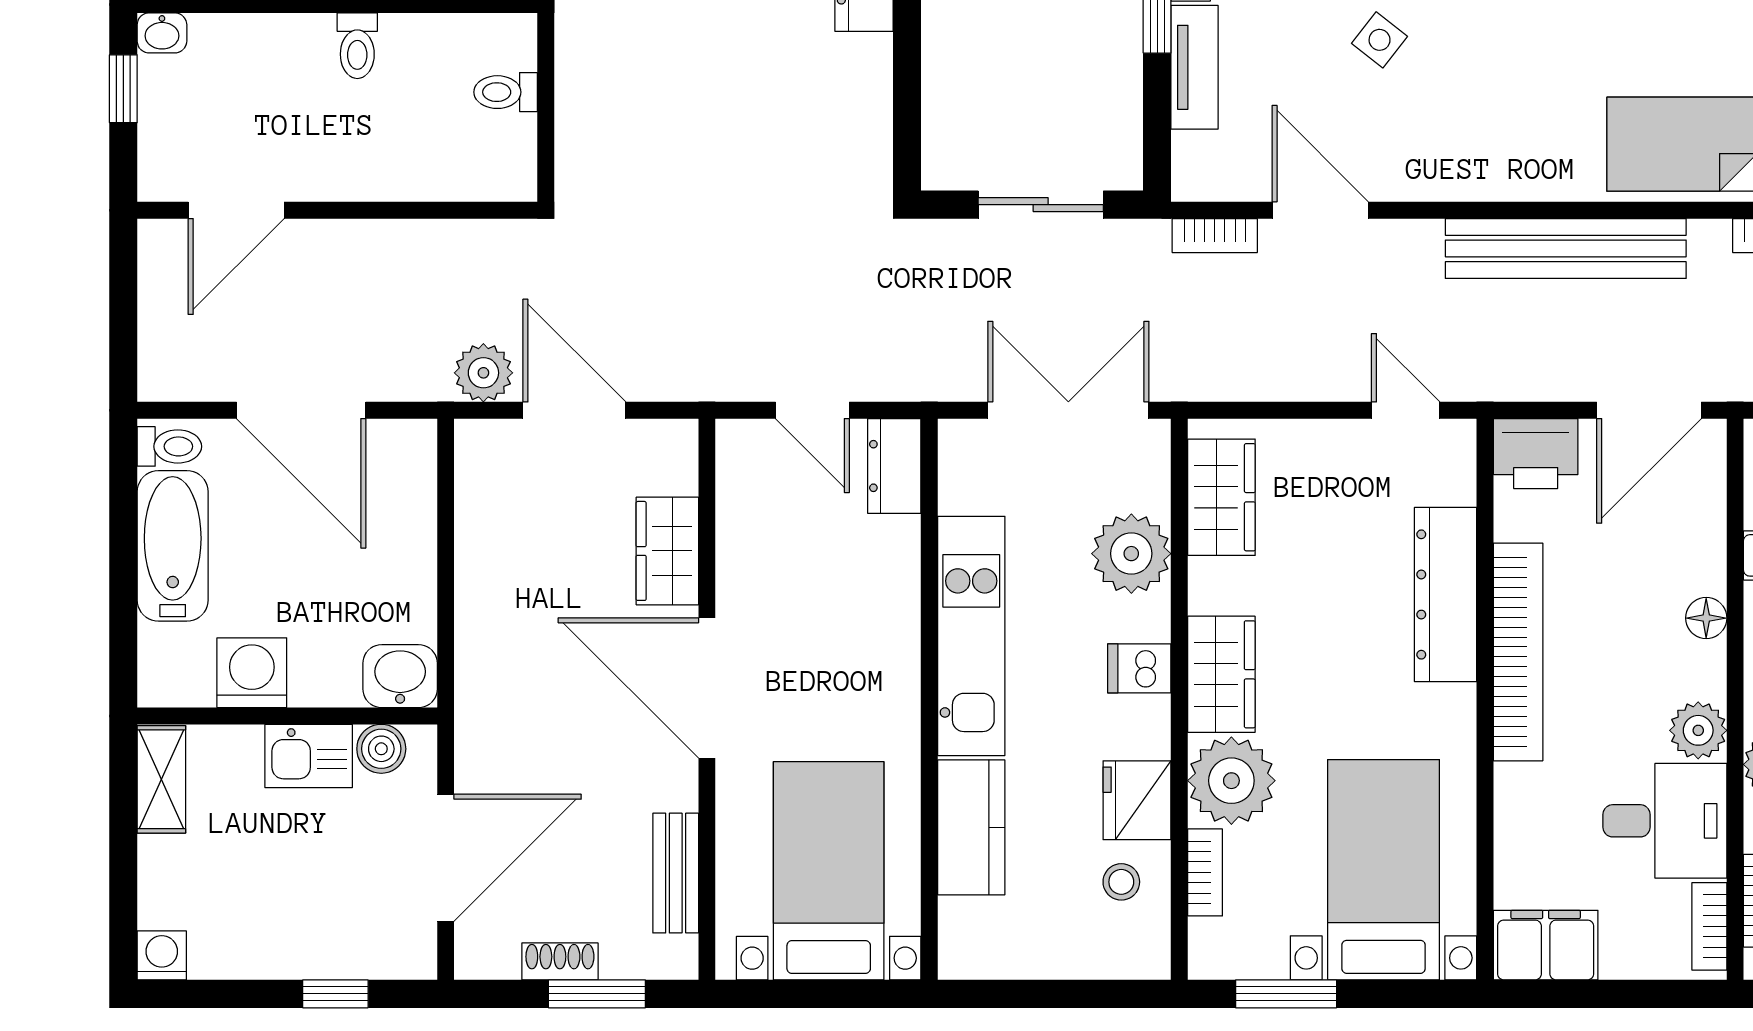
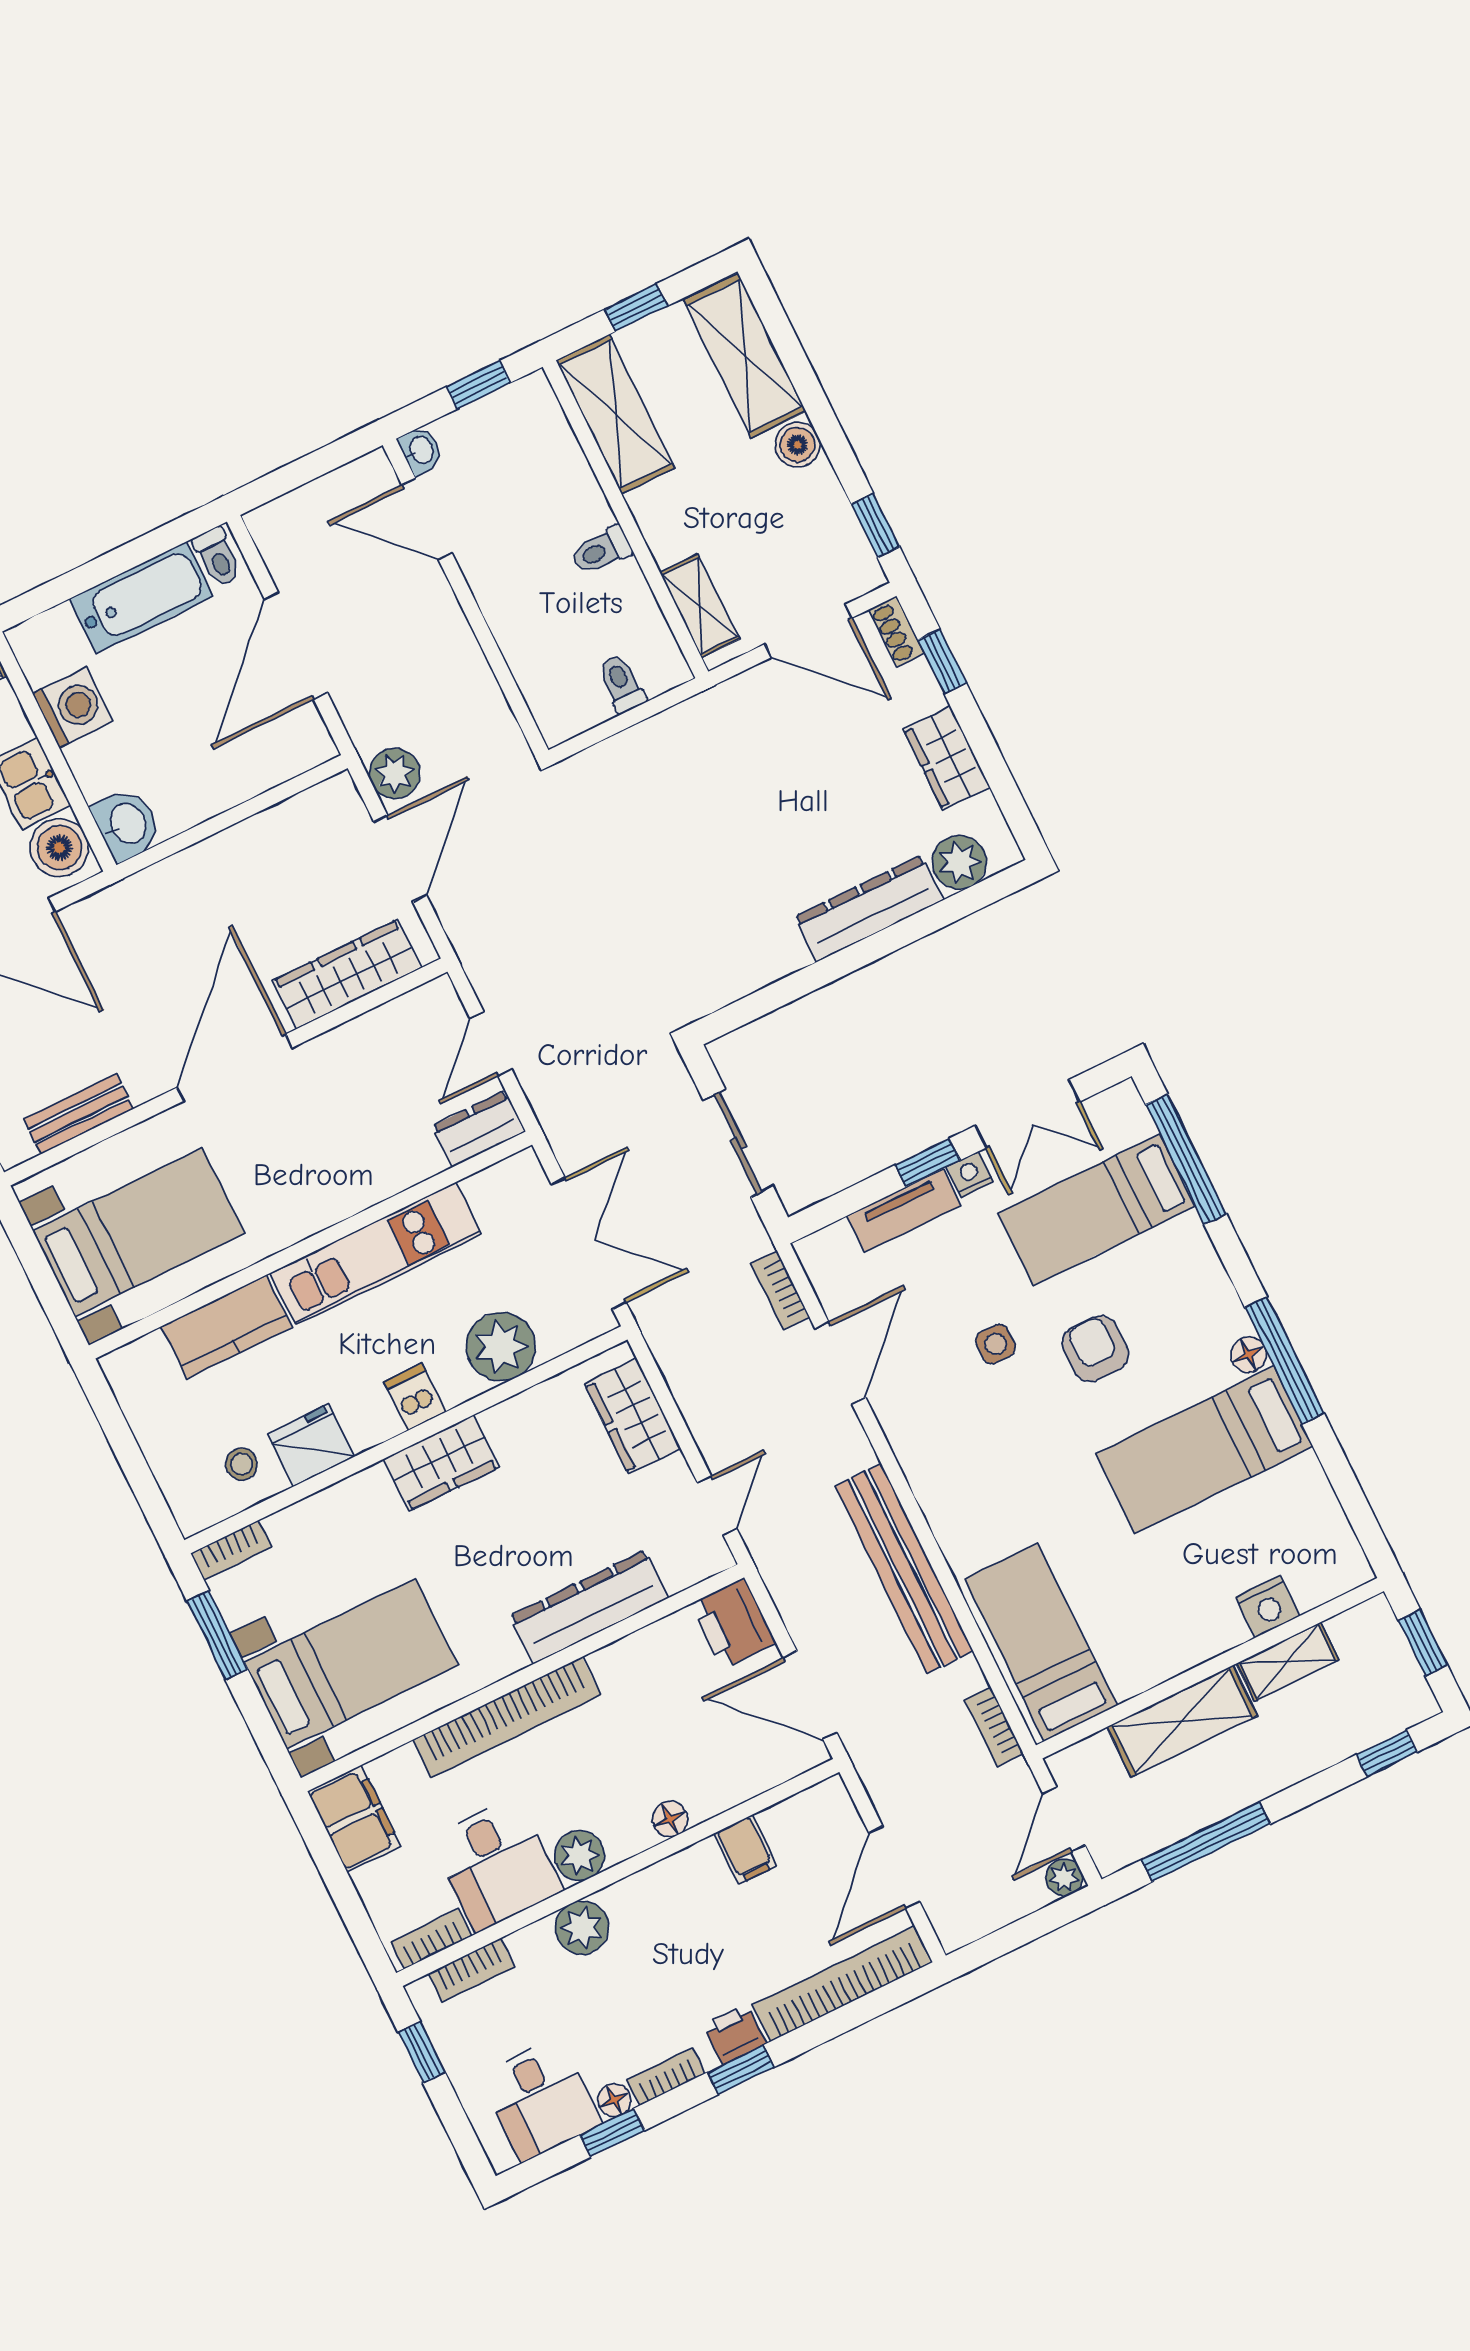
washbasin: (162, 33) -> (421, 450), moved, turned 180
side table: (1380, 40) -> (996, 1344), turned -38
wardrobe: (1221, 497) -> (633, 1416), moved, turned 90
wardrobe: (667, 551) -> (347, 974), width x1.50
bookcase: (1518, 652) -> (507, 1717), moved
boiler: (381, 749) -> (59, 848), width x1.36, depth x1.36
plant: (1231, 781) -> (362, 1511), removed
bookcase: (1205, 872) -> (231, 1550), moved

